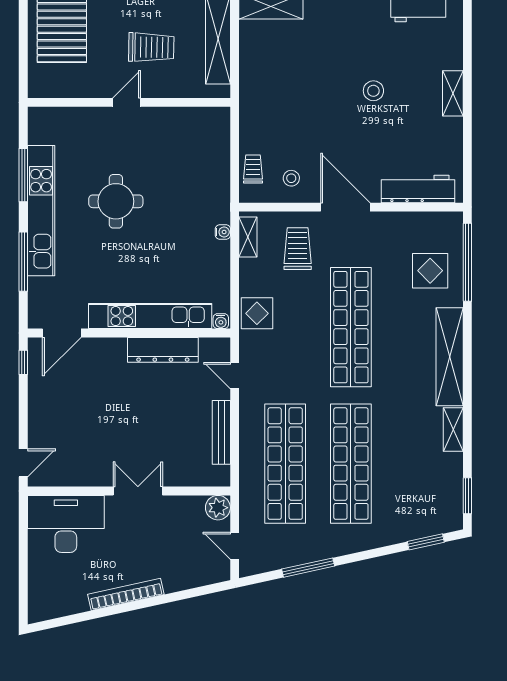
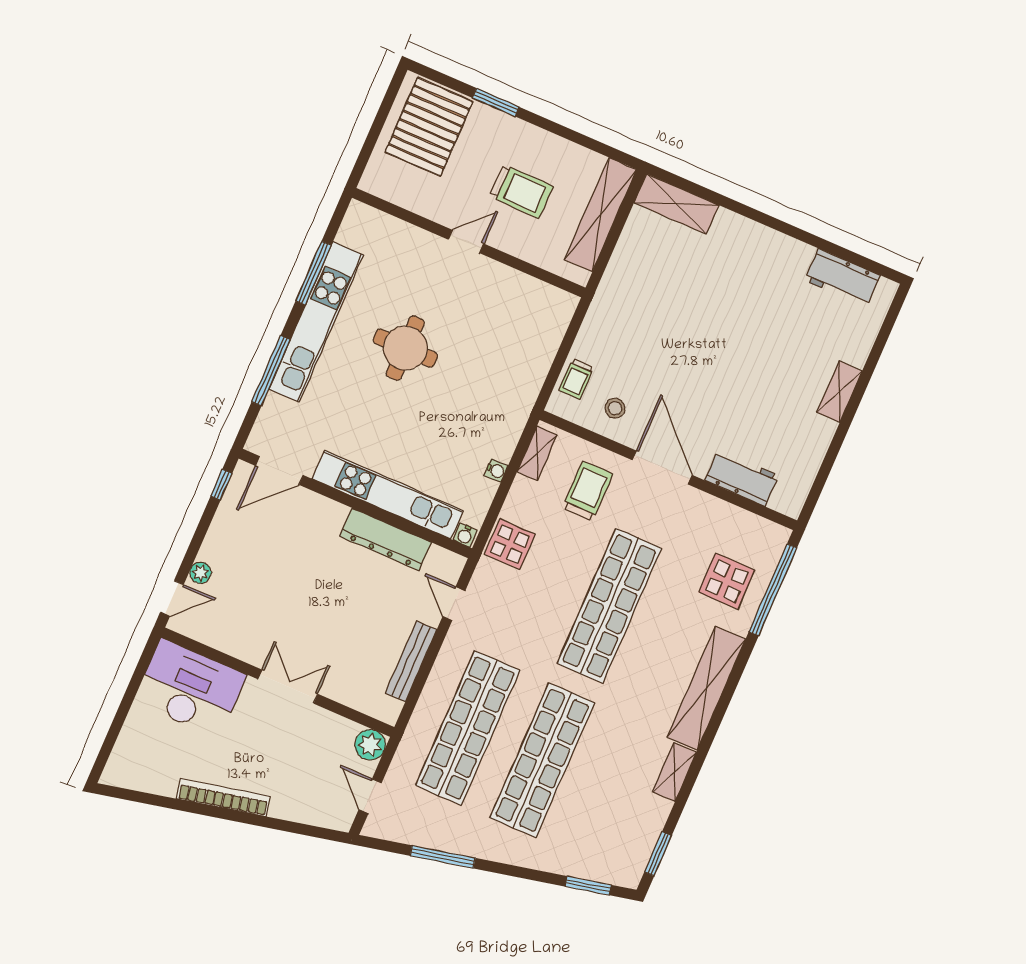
stool: (373, 91) -> (751, 350), removed
trolley: (253, 169) -> (576, 379), turned 180
workbench: (418, 189) -> (742, 478), width x0.73
water cooler: (223, 232) -> (496, 471), moved
plant: (36, 435) -> (200, 573), added

